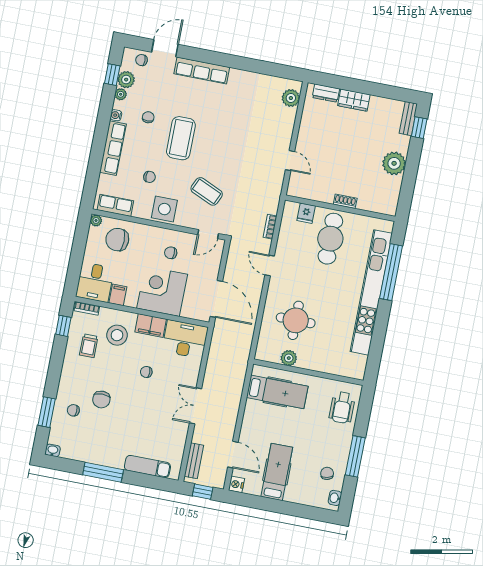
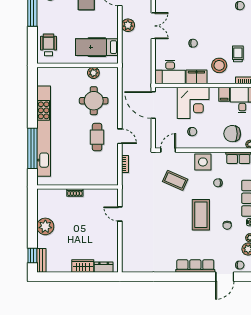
plant: (291, 98) -> (128, 25), moved
fridge: (306, 213) -> (101, 179), removed
cafe table: (330, 239) -> (97, 137), moved, width x0.73, depth x0.74
chair: (117, 240) -> (232, 134), turned 180
chair: (101, 400) -> (221, 17), removed

